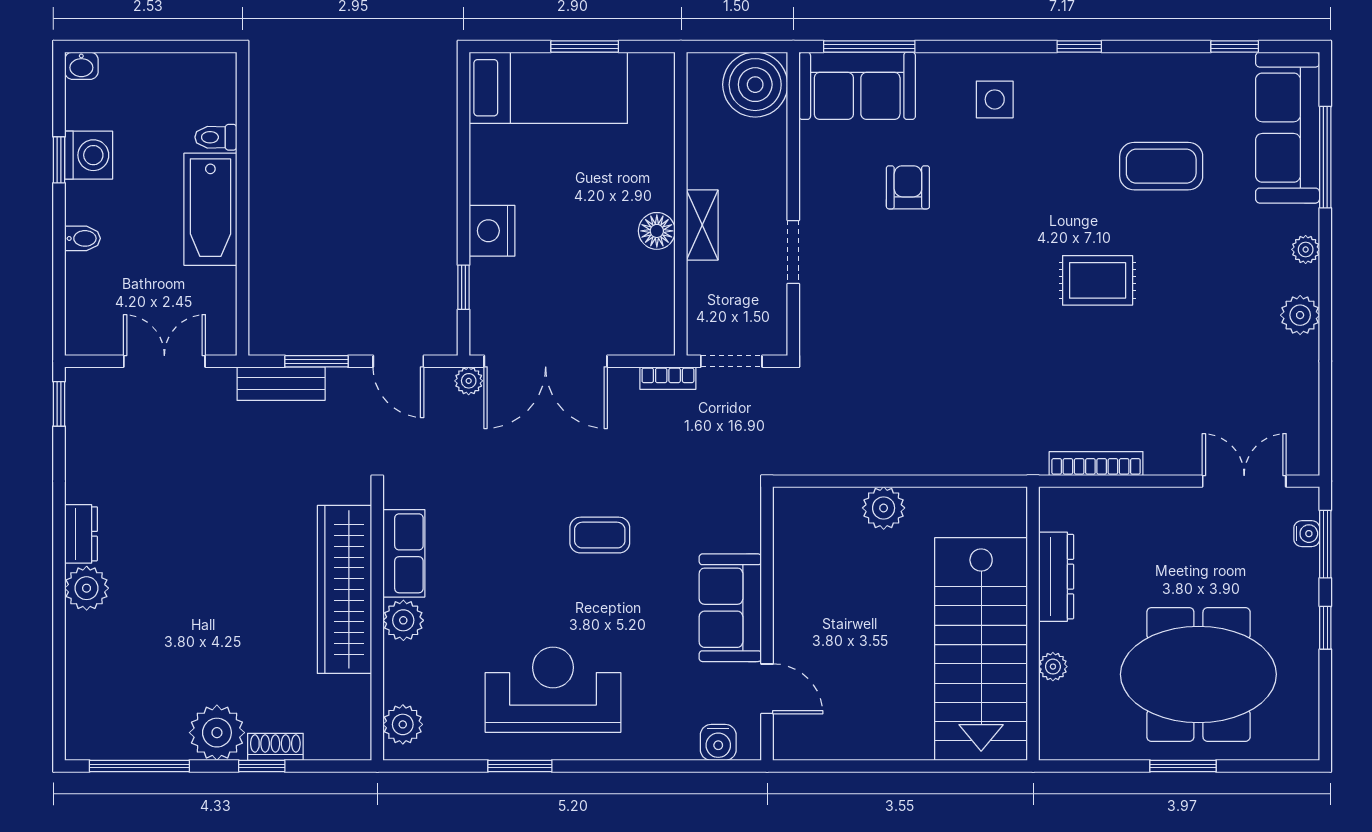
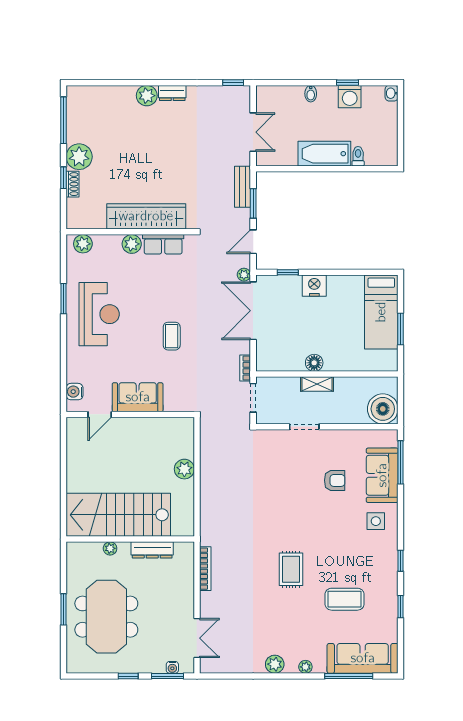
window: (1235, 46) -> (401, 607), moved
sofa: (857, 86) -> (382, 475), moved
coffee table: (1161, 166) -> (345, 599), turned 90

